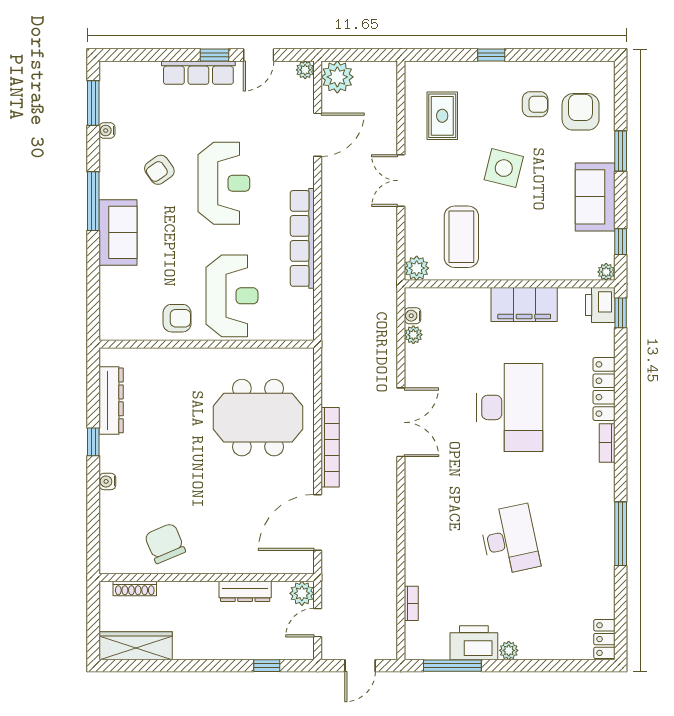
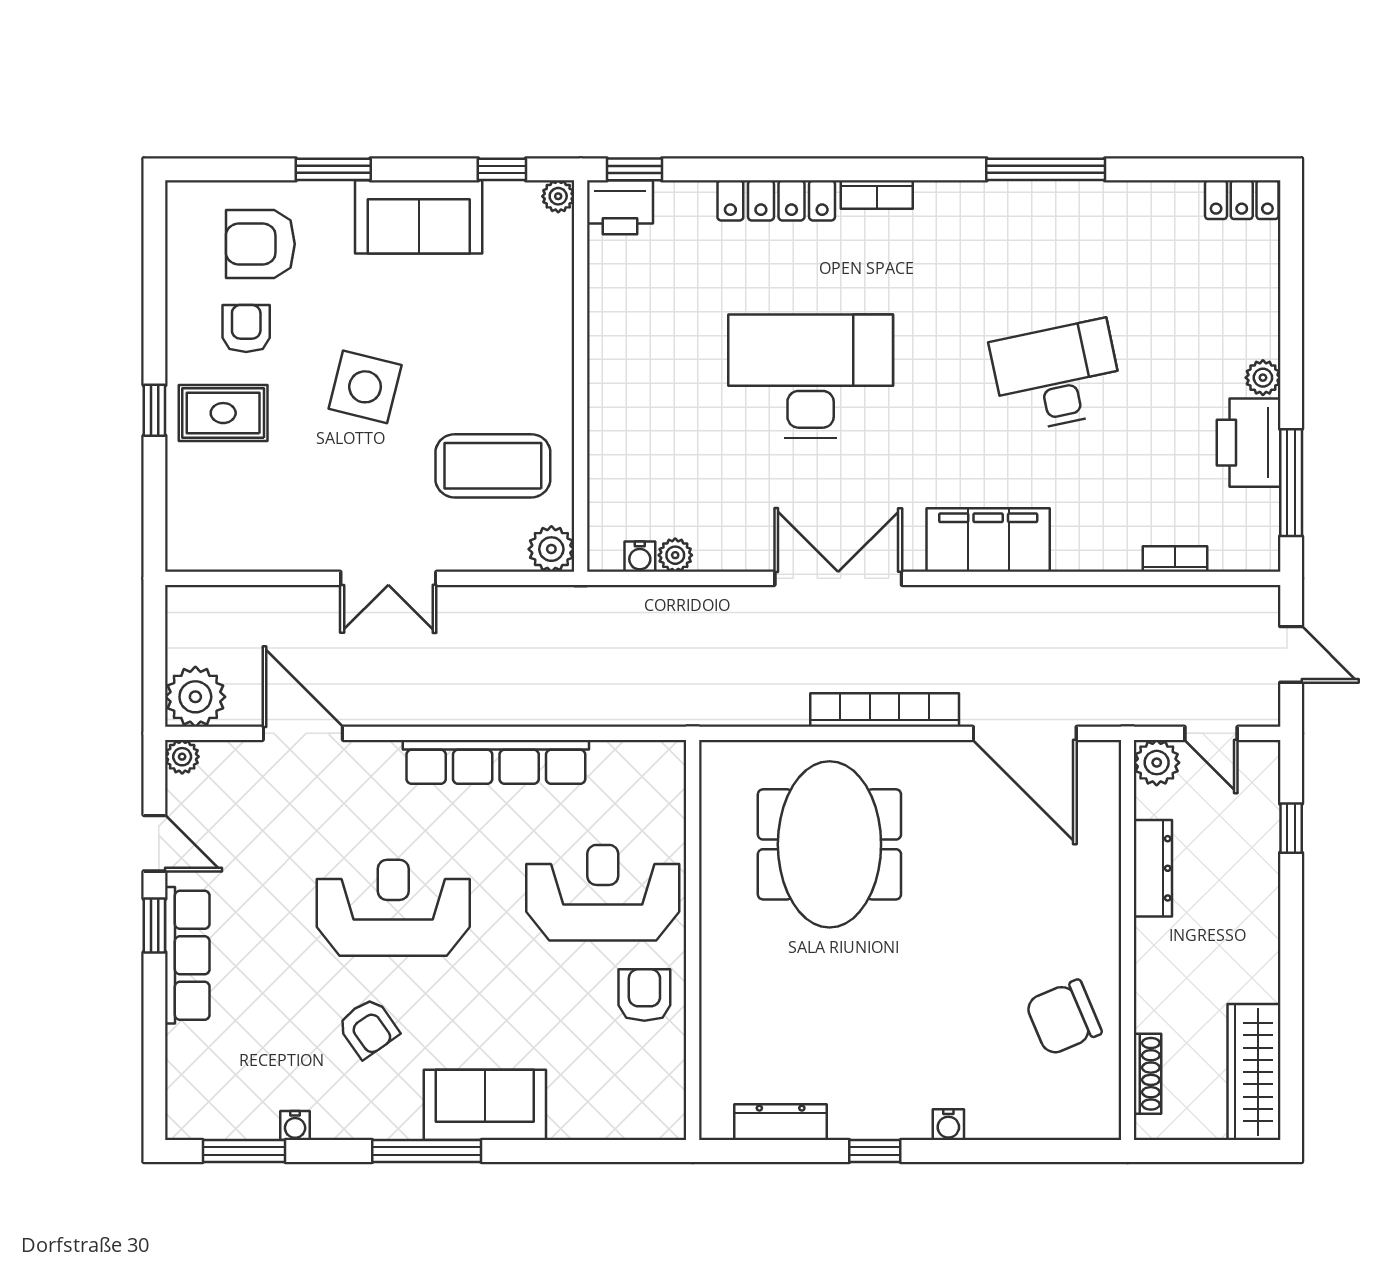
rug: (442, 116) -> (223, 413), moved
filing cabinet: (524, 305) -> (988, 540), moved, turned -90
dresser: (111, 400) -> (781, 1122), width x0.73, depth x0.80

